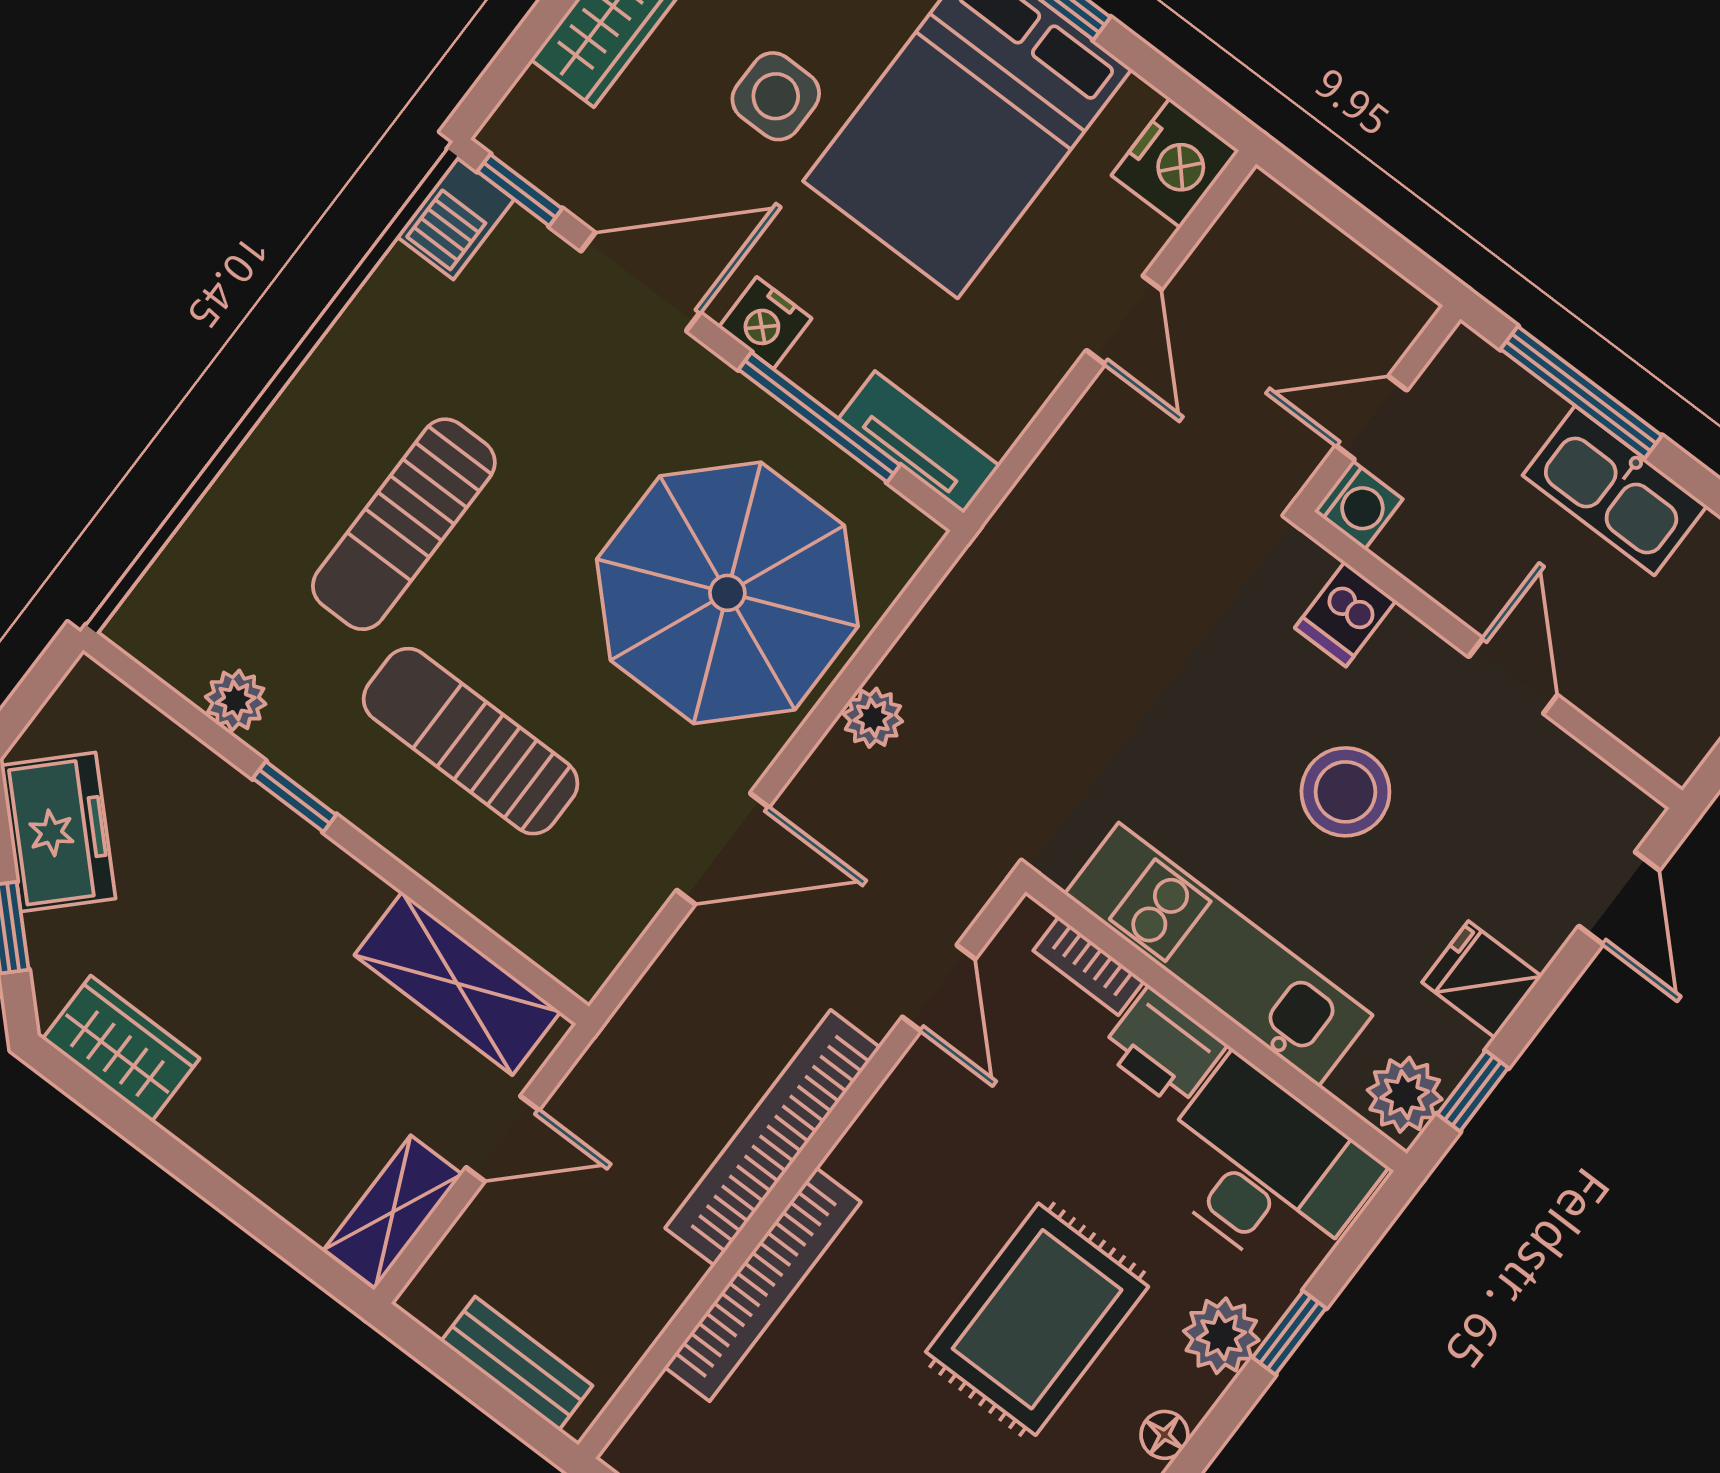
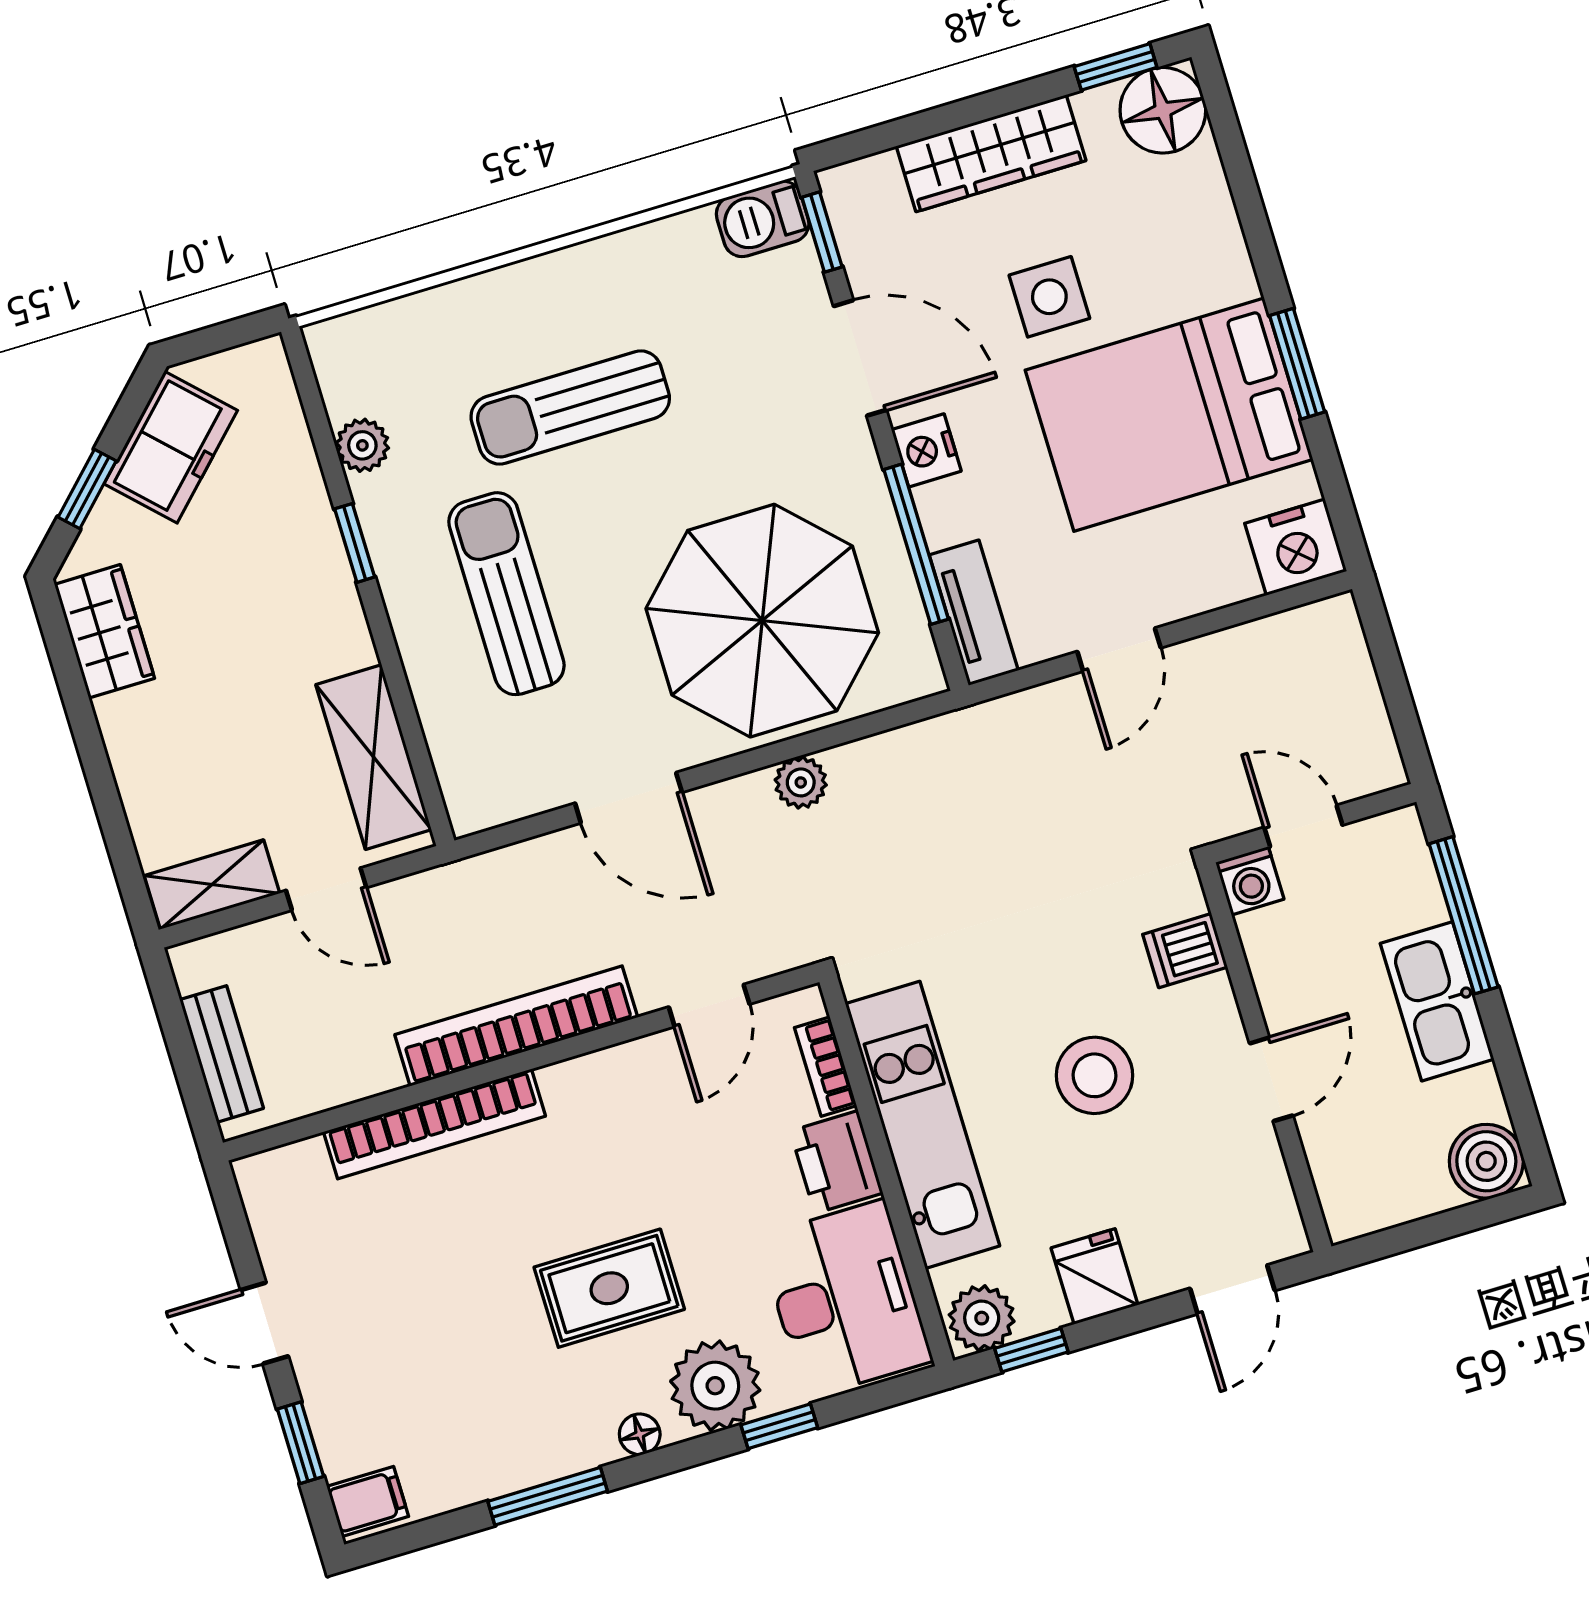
door: (1124, 320) -> (1119, 650), moved
rug: (1037, 1319) -> (609, 1288), width x0.73, depth x0.70
plant: (1221, 1336) -> (715, 1386), width x1.36, depth x1.36

